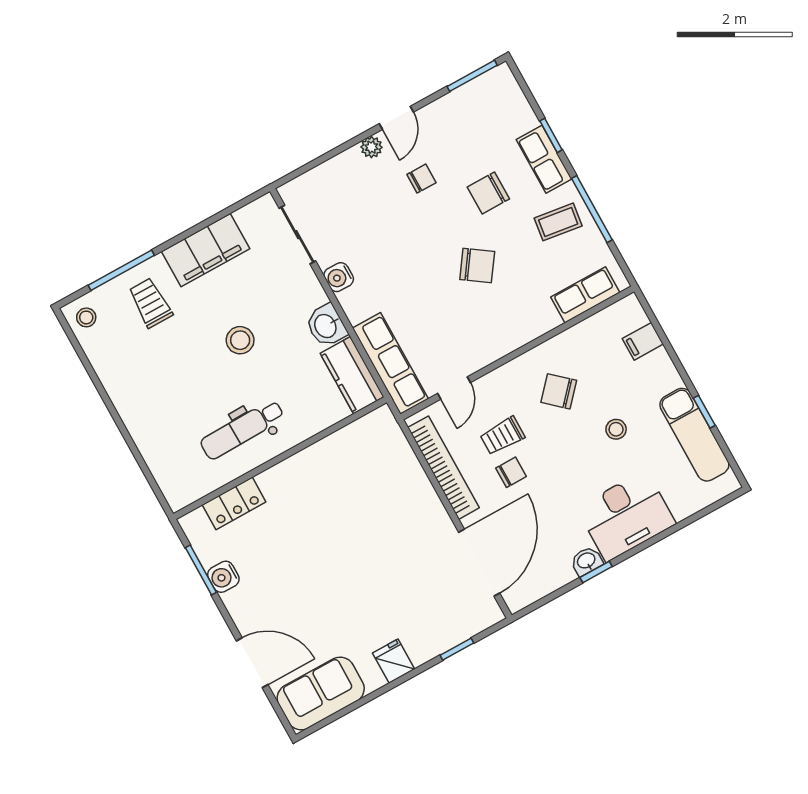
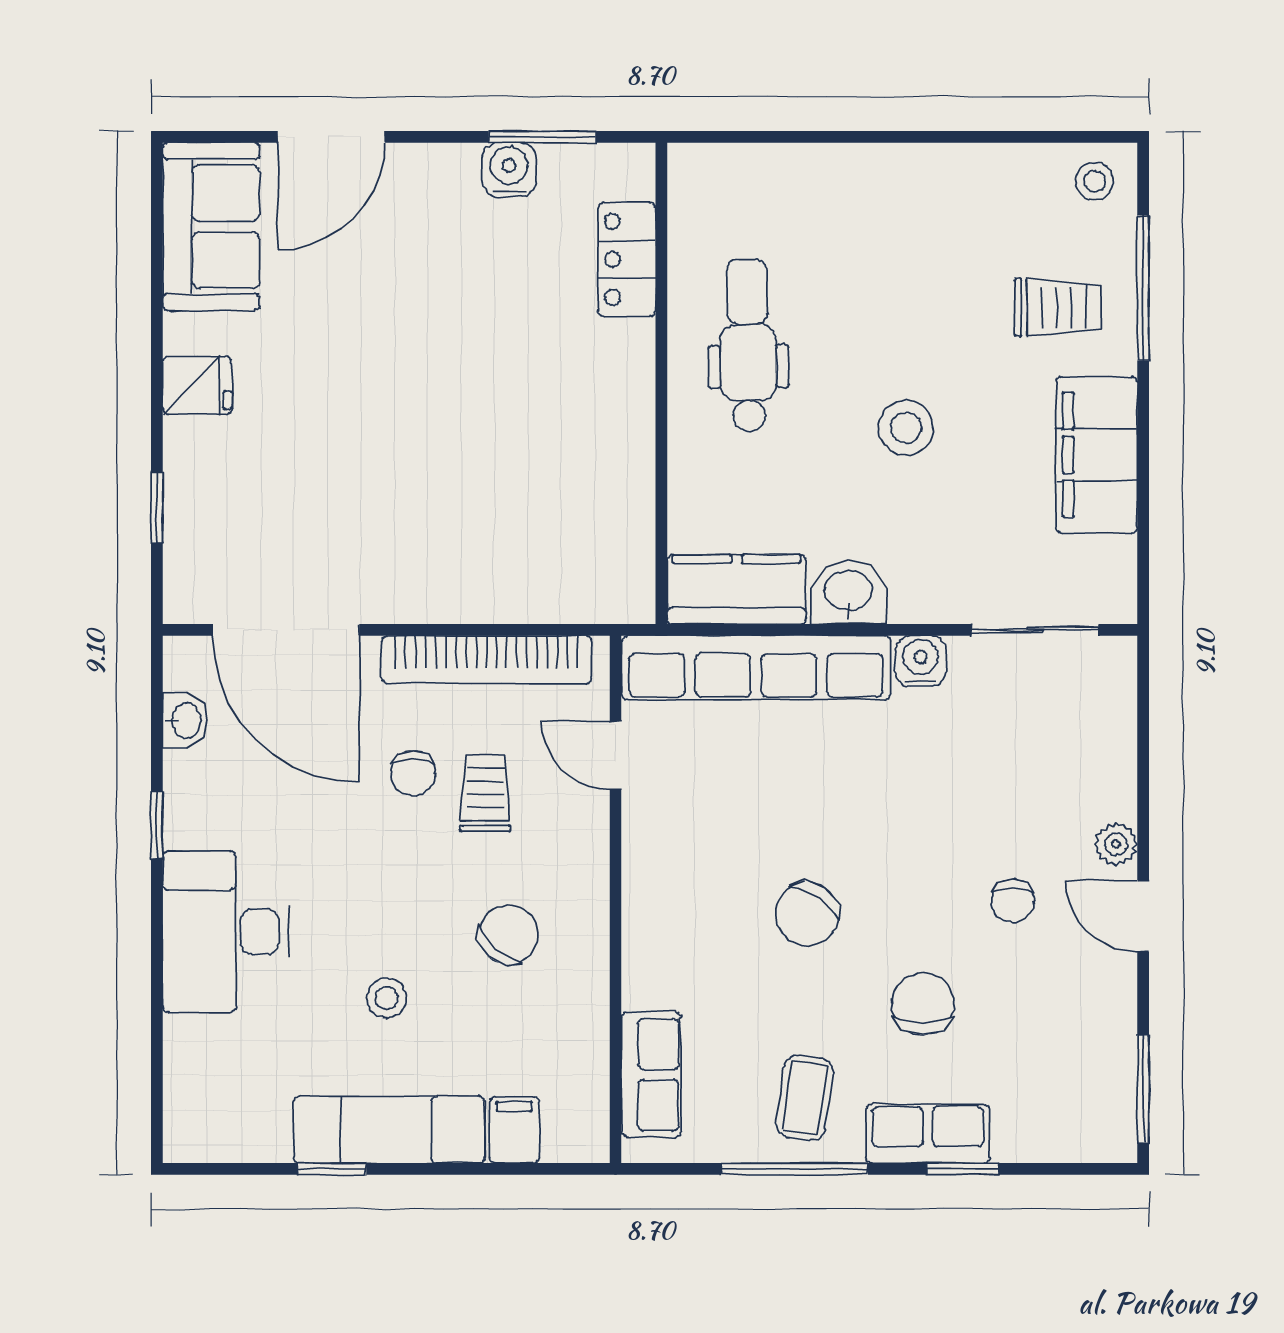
row of seats: (390, 363) -> (756, 668), width x1.36
exam couch: (694, 435) -> (389, 1130), moved
washbasin: (586, 561) -> (185, 720), moved

